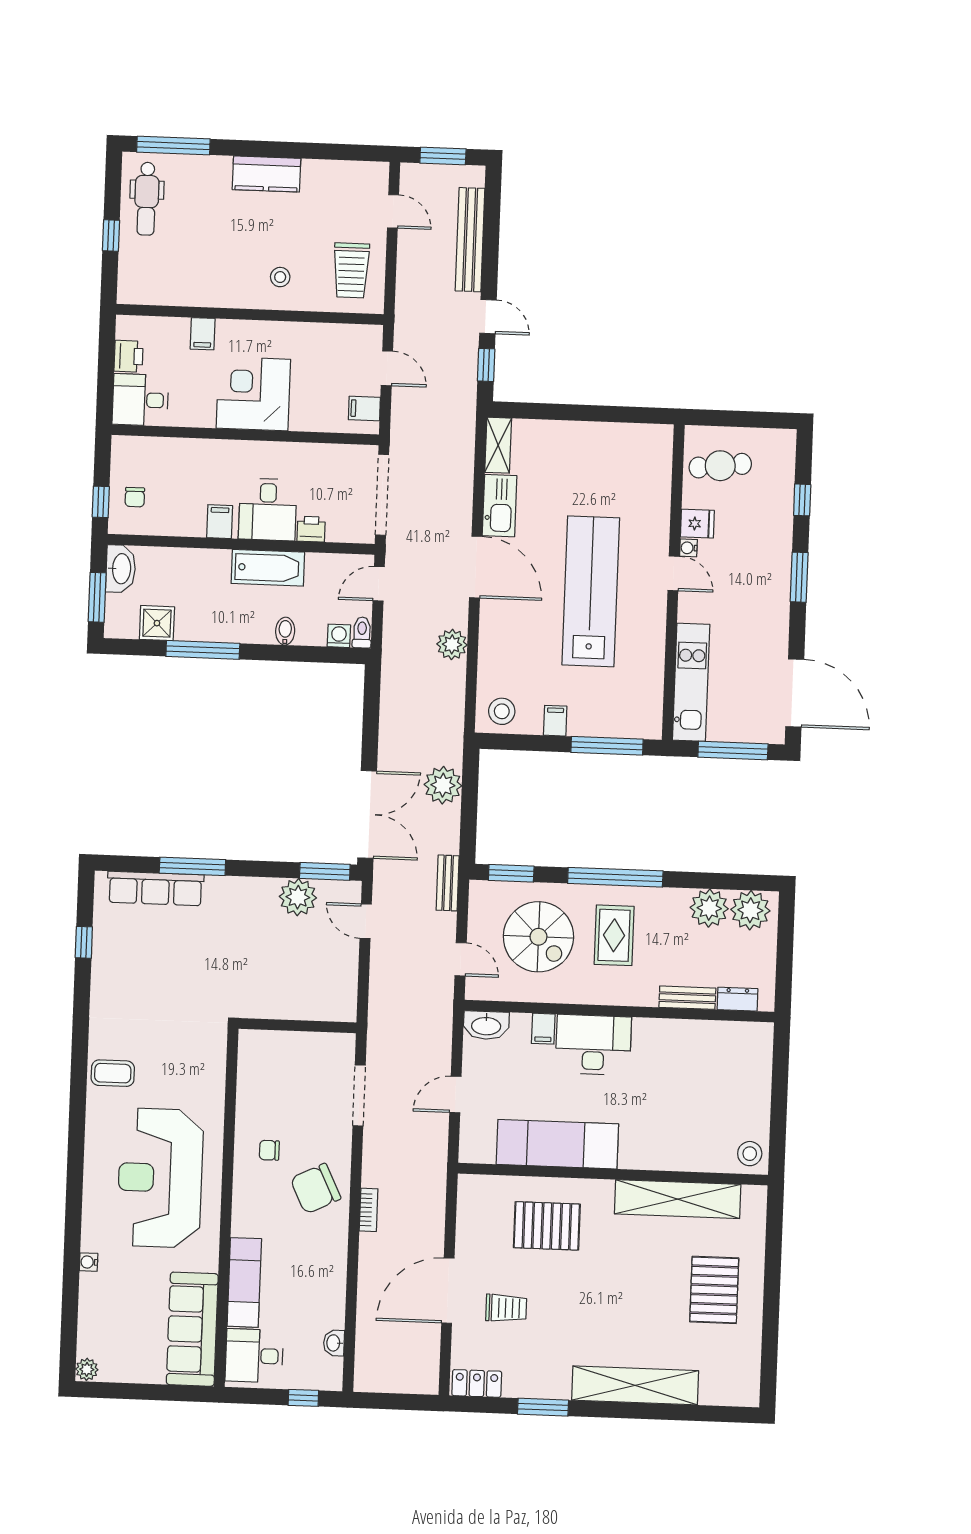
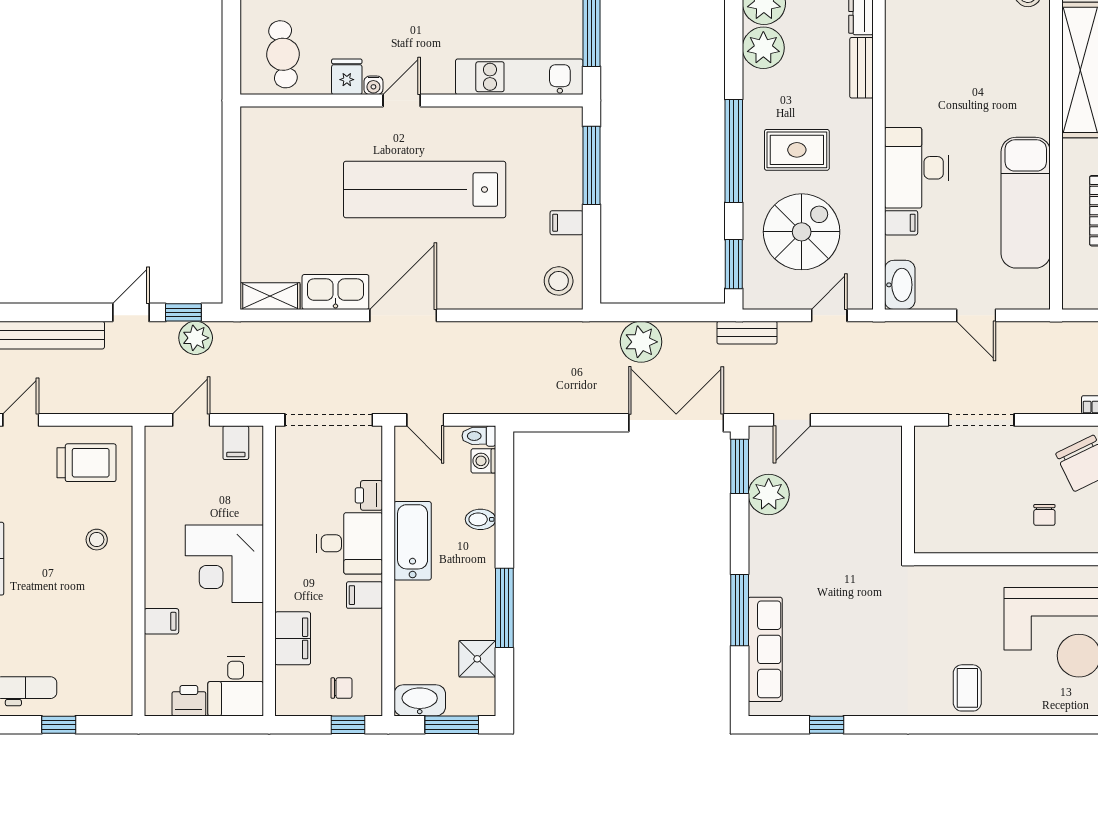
filing cabinet: (182, 454) -> (293, 638), added
plant: (452, 644) -> (196, 338), moved

